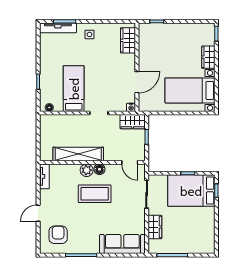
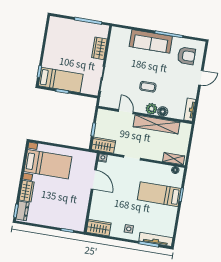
dresser: (209, 35) -> (23, 211), added
wardrobe: (128, 40) -> (99, 228), moved, turned -90
door: (137, 82) -> (94, 179), swing flipped
bed: (74, 89) -> (159, 194), moved, turned 90
shelving: (53, 120) -> (174, 159), added
door: (130, 162) -> (126, 112), moved
floor lamp: (99, 169) -> (163, 112), moved
bed: (191, 191) -> (61, 80), width x0.67
coffee table: (95, 194) -> (148, 87), width x0.54, depth x0.58
armchair: (58, 235) -> (186, 56), turned -90
sofa: (122, 244) -> (151, 41), moved

